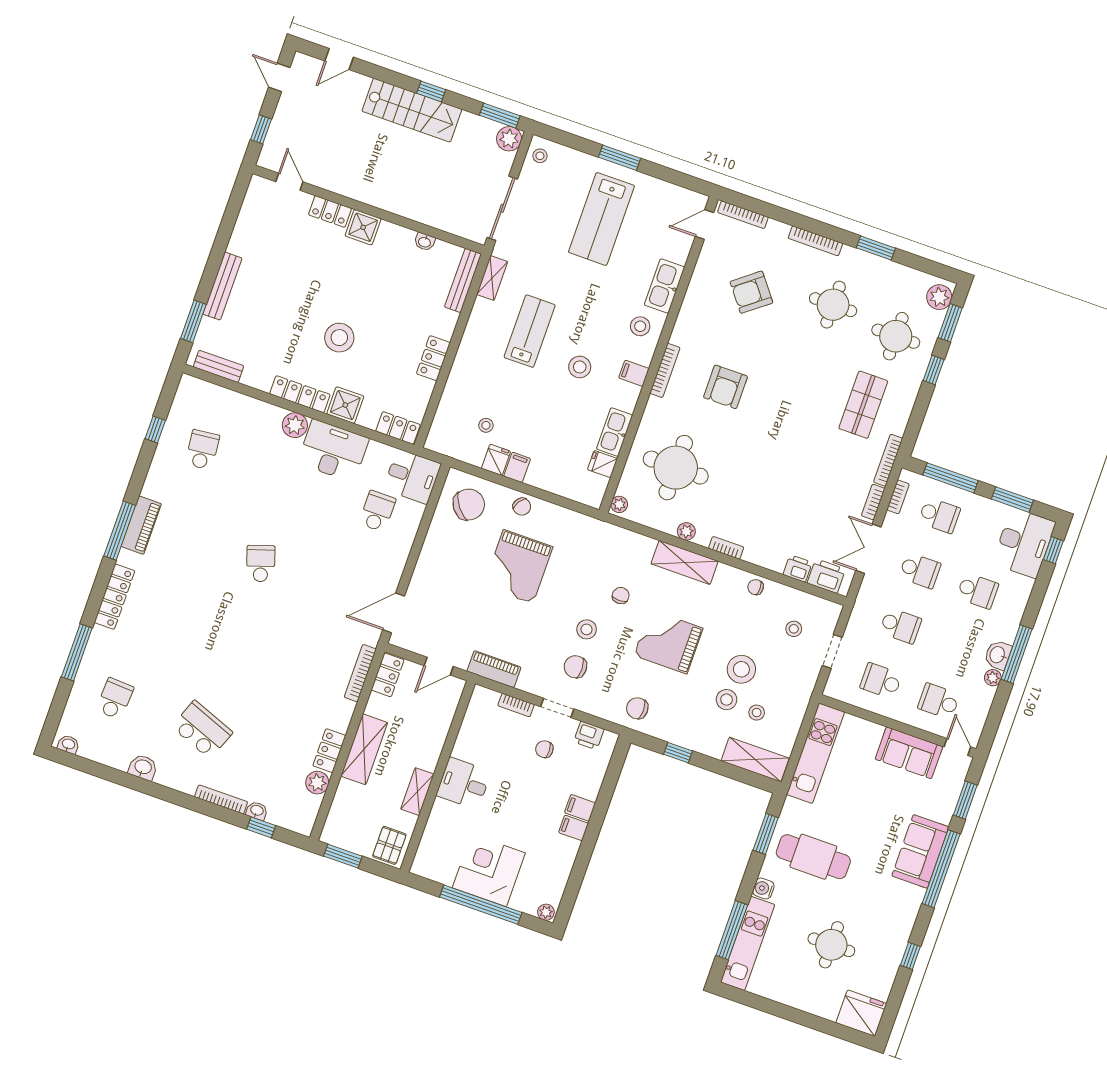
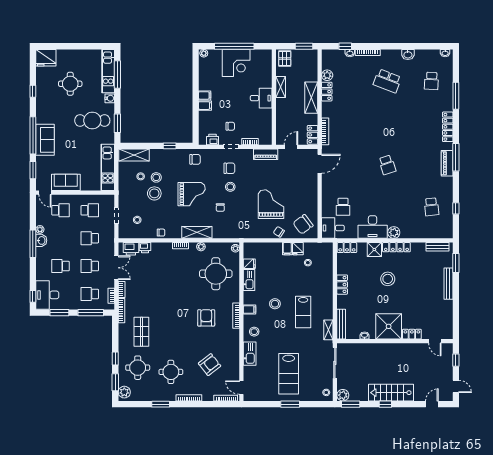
lab bench: (601, 219) -> (289, 374), turned 180
door: (704, 224) -> (241, 388), swing flipped
shower: (363, 227) -> (389, 326), width x1.86, depth x1.86

